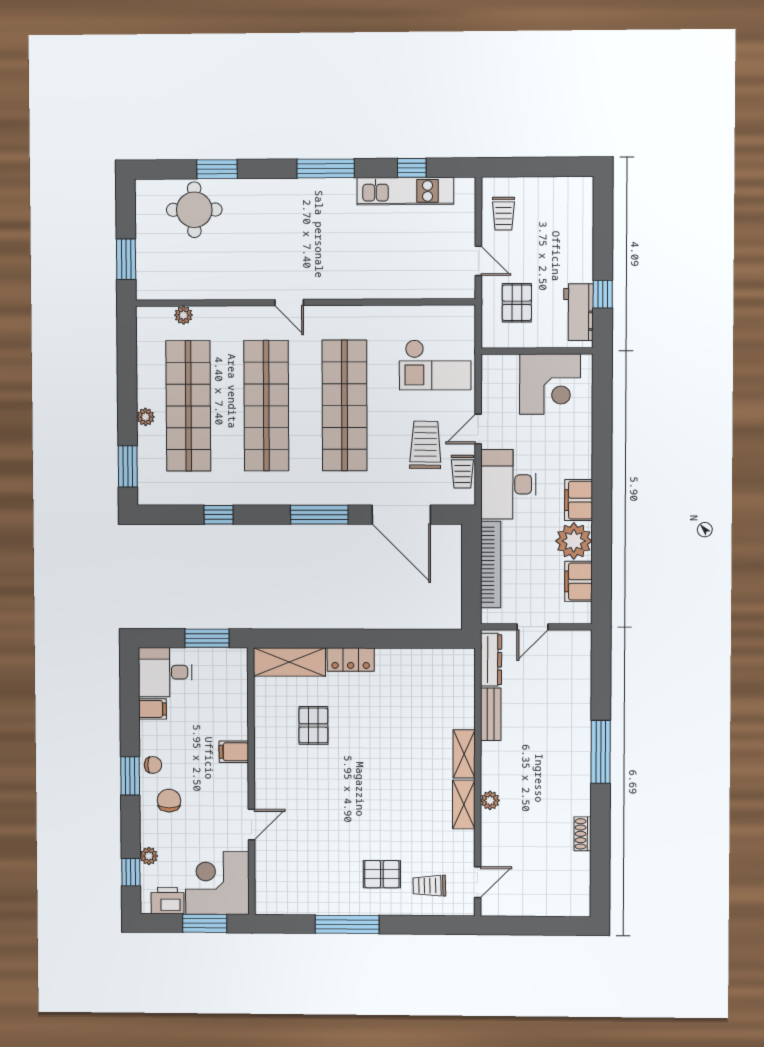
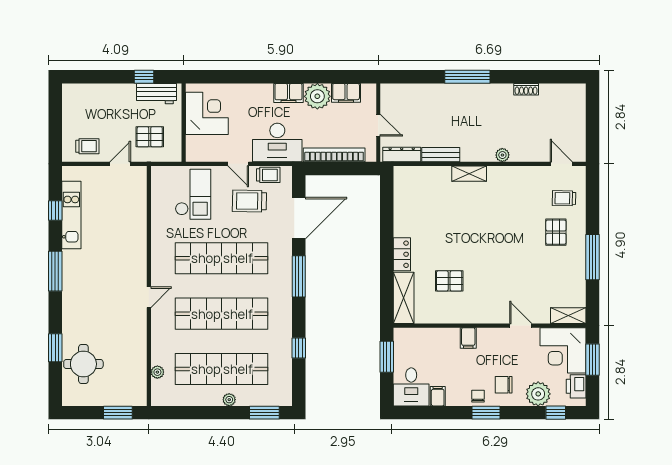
shelving: (464, 804) -> (568, 316), moved
plant: (149, 856) -> (538, 394), width x1.88, depth x1.88
trolley: (429, 886) -> (564, 198), turned 92

